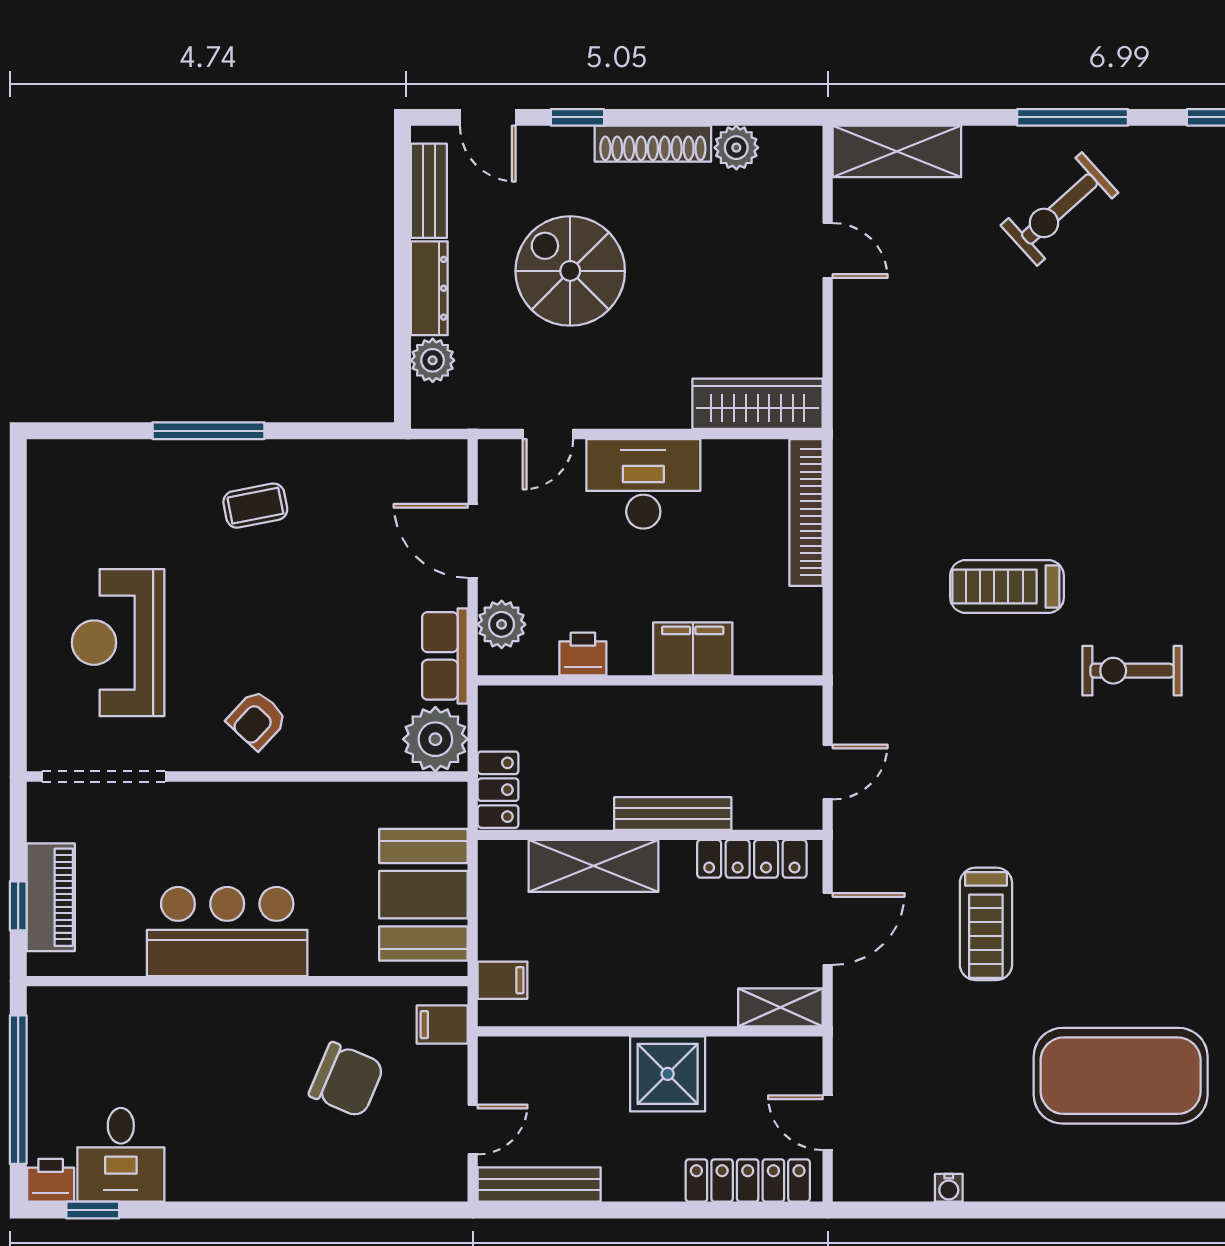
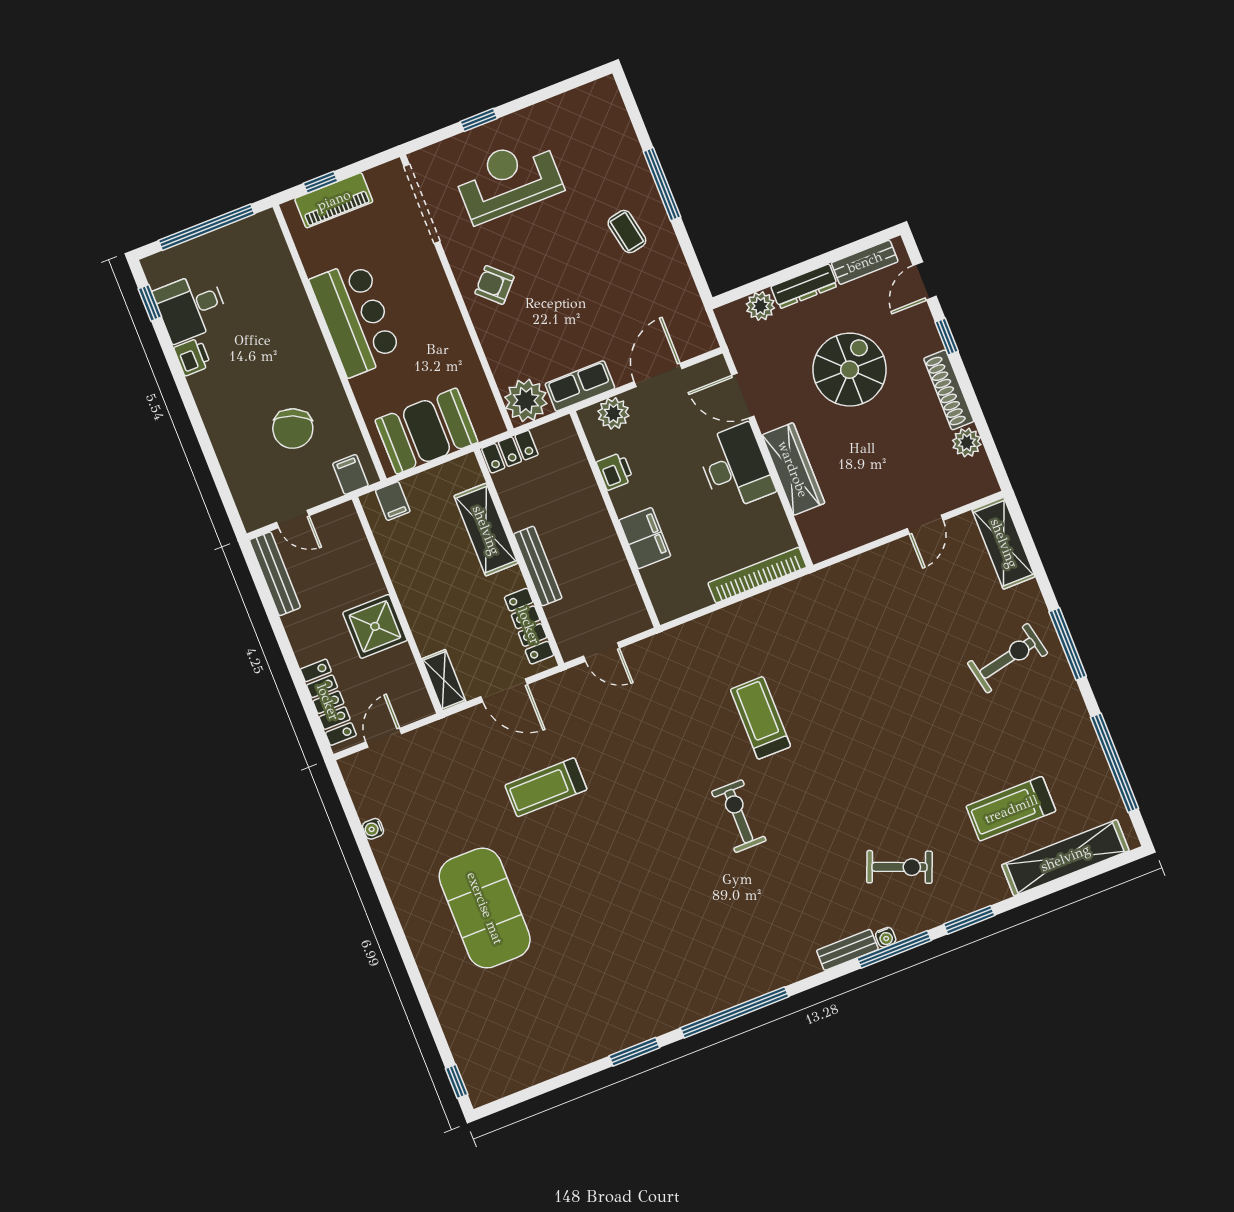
exercise bike: (1059, 209) -> (1008, 658), turned 120
wardrobe: (758, 404) -> (793, 469), moved
door: (548, 434) -> (743, 396), width x1.38
window: (18, 651) -> (479, 120), added
printer: (51, 1180) -> (192, 357), moved

